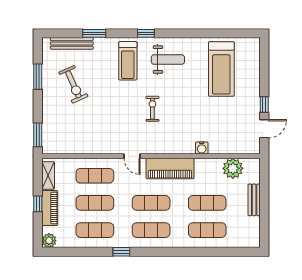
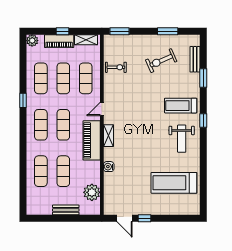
bench: (72, 43) -> (195, 59), width x0.73
exercise bike: (152, 109) -> (116, 67), moved
shelving: (164, 148) -> (109, 136), added

